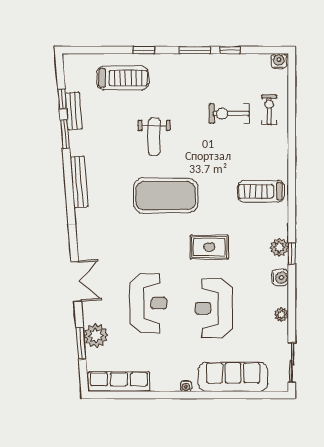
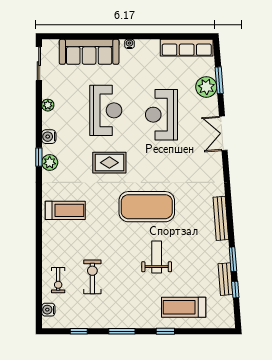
window: (230, 50) -> (79, 331), moved
water cooler: (279, 61) -> (48, 310), moved, turned 90
exercise bike: (229, 114) -> (92, 277), turned -90

